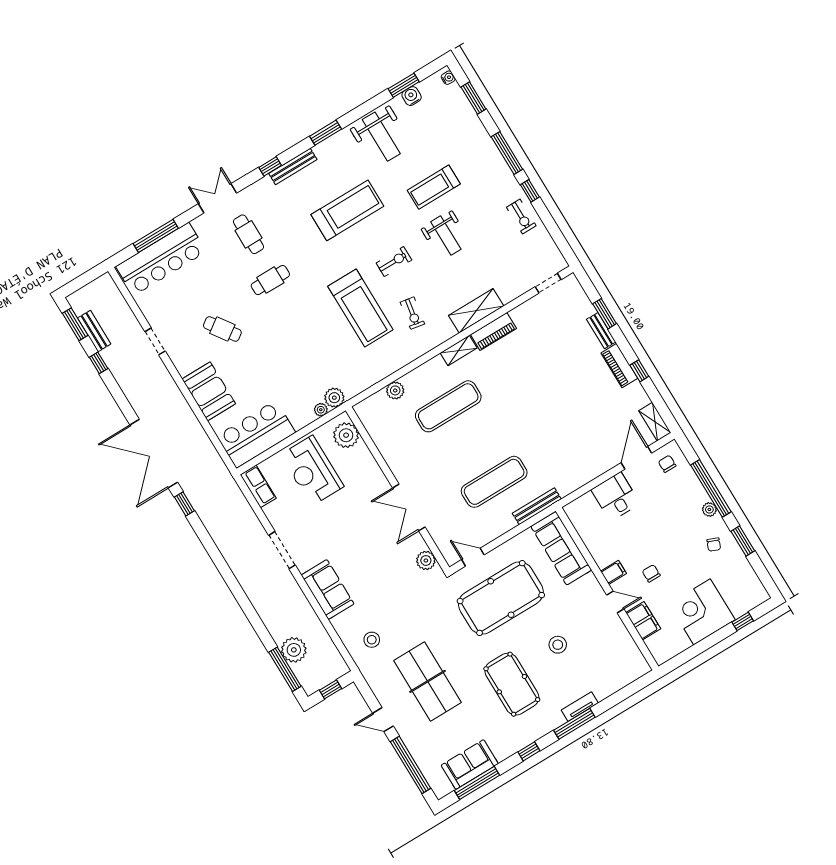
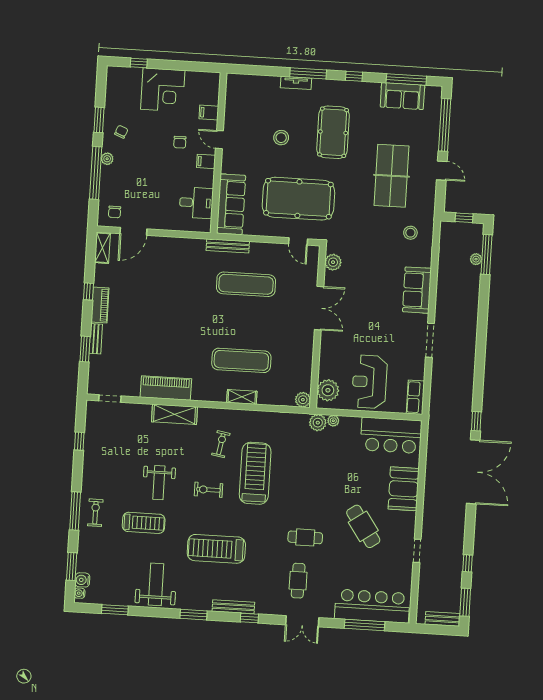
water cooler: (412, 96) -> (82, 580), moved, turned 90
window: (530, 191) -> (79, 441), moved
exercise bike: (521, 216) -> (95, 513), moved
weight bench: (446, 235) -> (159, 483), turned 180
cafe table: (222, 329) -> (363, 526), width x1.37, depth x1.35
bench: (94, 331) -> (443, 619), moved, turned 90
piano: (493, 331) -> (166, 388), width x1.37, depth x1.33
shelving: (459, 351) -> (242, 397), moved
plant: (395, 390) -> (303, 400), moved
reception desk: (312, 471) -> (369, 382), turned 180
desk: (616, 497) -> (196, 203), moved, turned -90
filing cabinet: (643, 621) -> (209, 113), width x0.50
plant: (294, 650) -> (476, 259), width x0.53, depth x0.53

